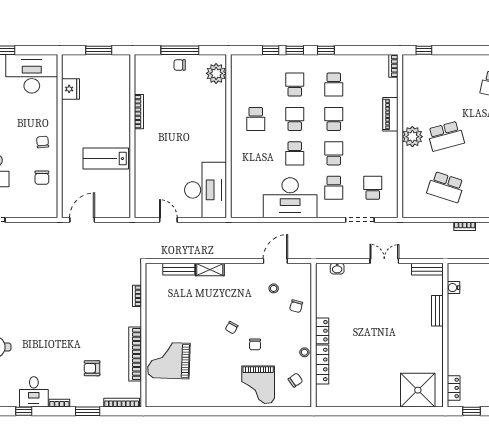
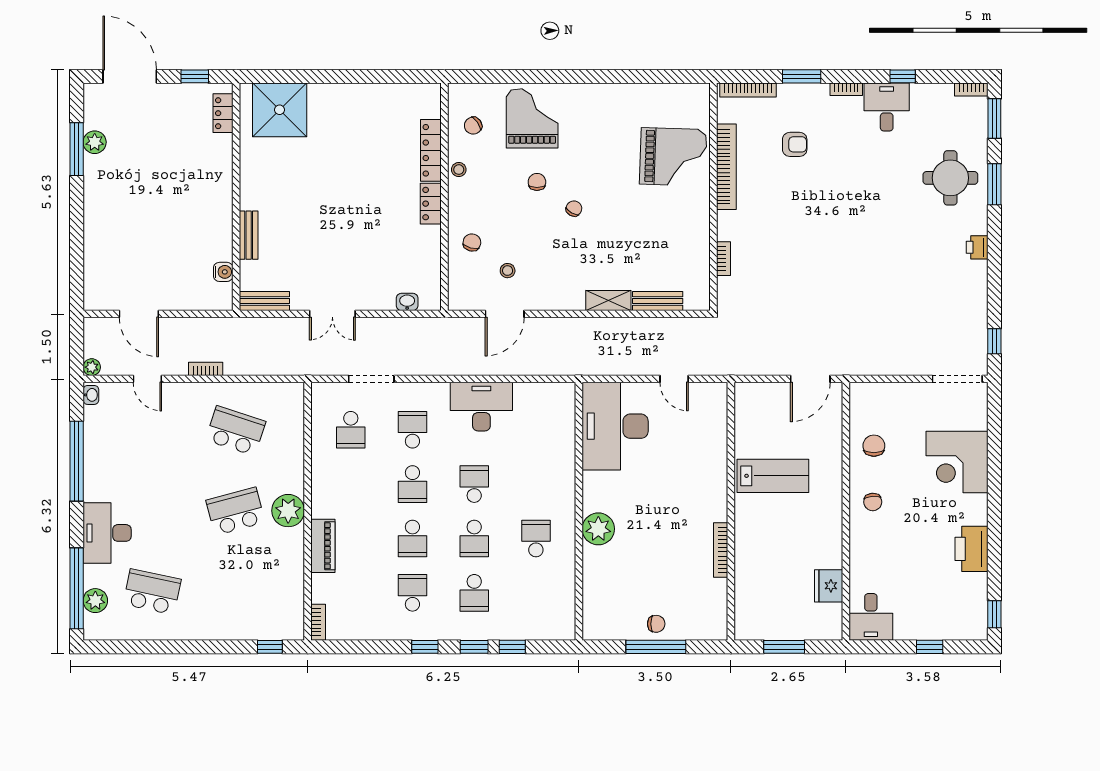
plant: (216, 73) -> (598, 529), moved
desk: (32, 74) -> (871, 617), width x0.53, depth x0.77
desk: (290, 198) -> (481, 407), width x0.73, depth x0.77

